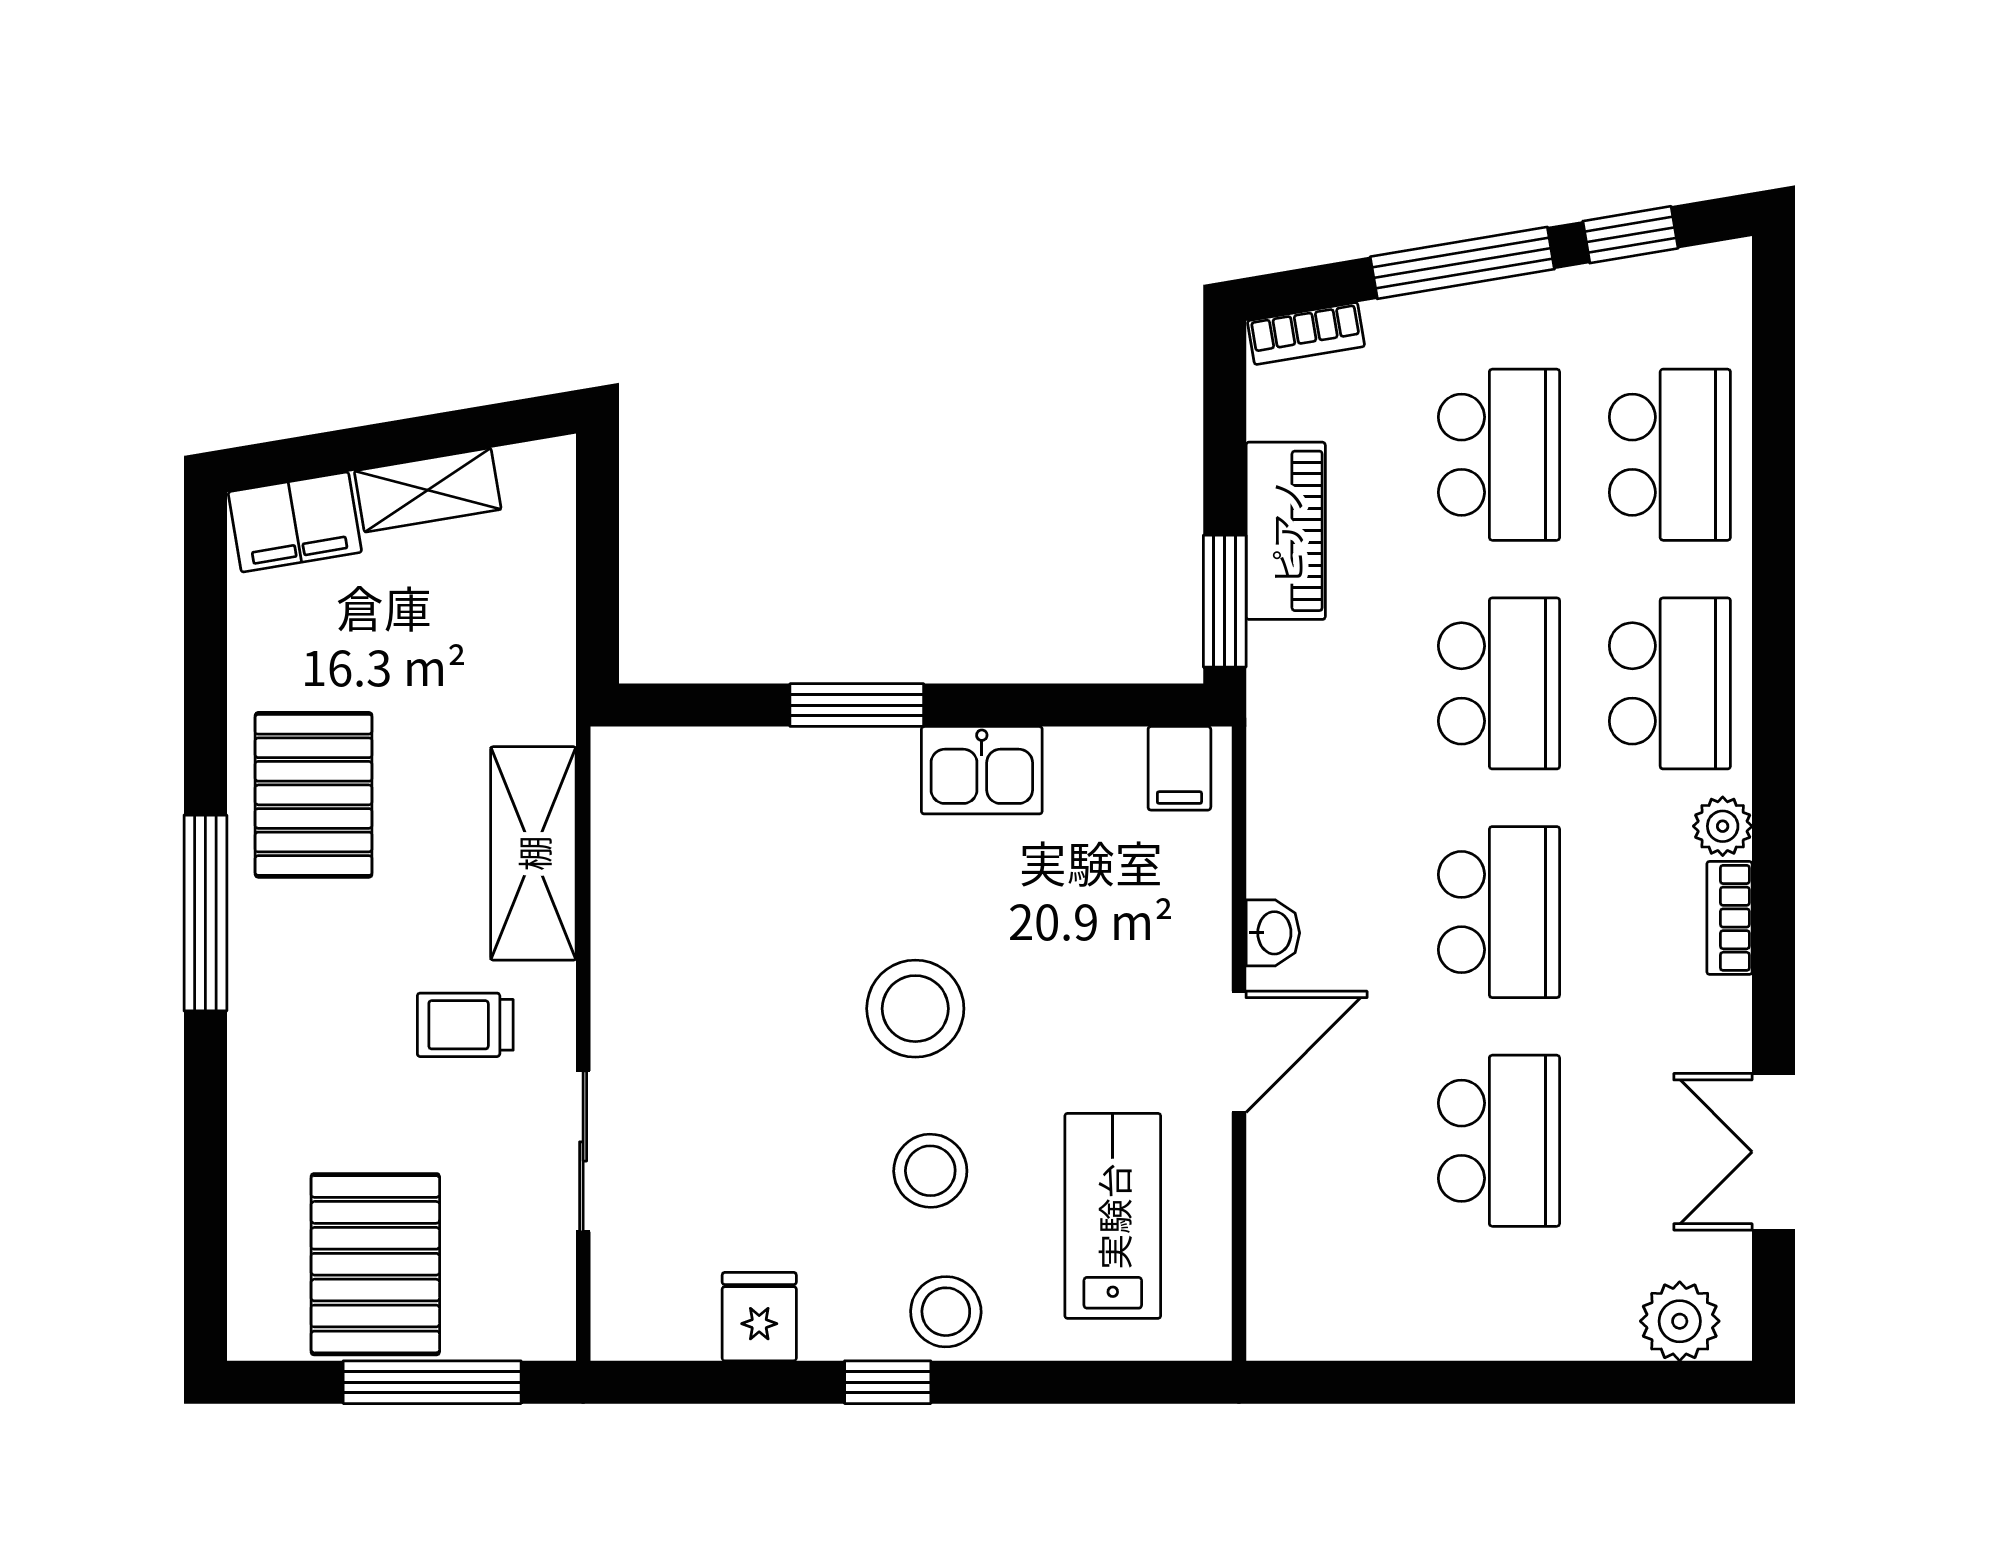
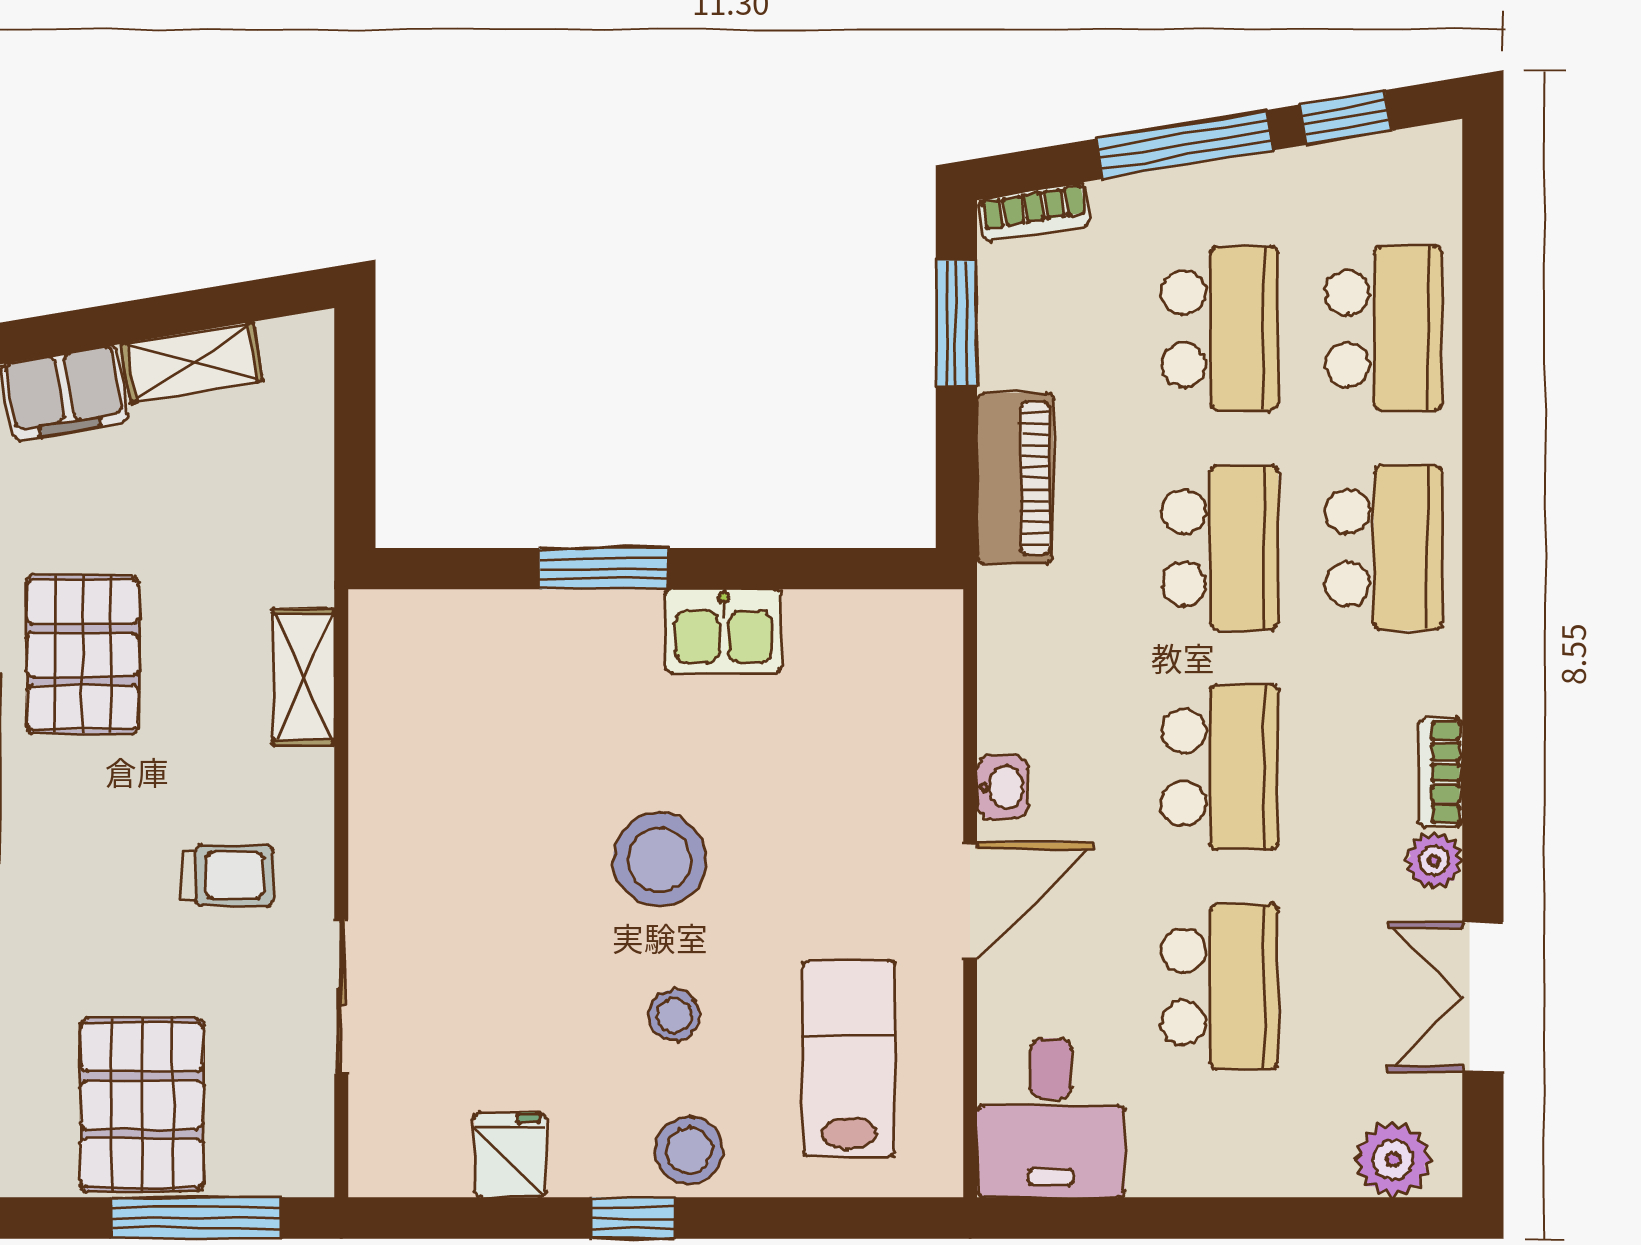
piano: (1286, 531) -> (1015, 478), moved
window: (1225, 601) -> (956, 324), moved
filing cabinet: (1179, 768) -> (913, 629), removed
plant: (1723, 826) -> (1434, 861), moved
shelving: (533, 853) -> (304, 677), width x0.67, depth x0.75
trolley: (465, 1025) -> (228, 875), turned 180
stool: (930, 1171) -> (674, 1015), width x0.73, depth x0.73
desk: (1323, 1278) -> (1051, 1118), added

